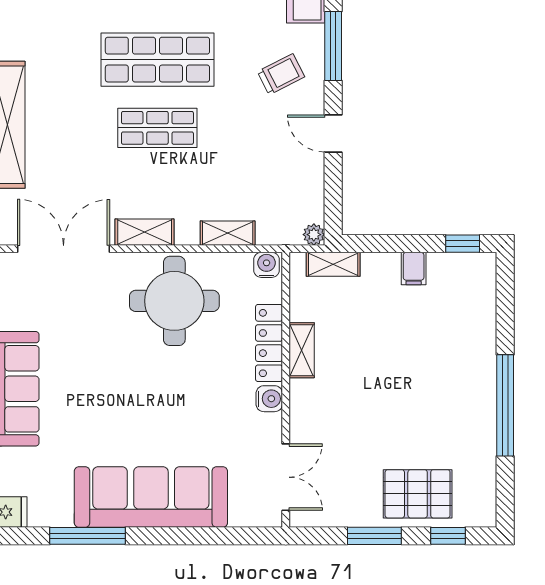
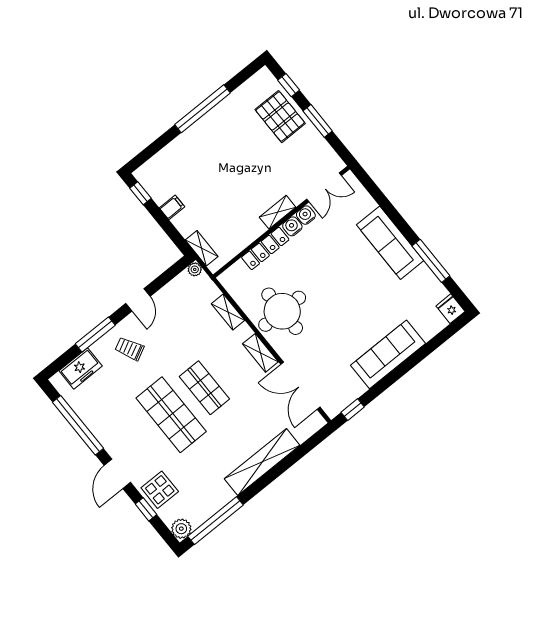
water cooler: (267, 265) -> (306, 215), moved, turned 90
shelving: (302, 350) -> (278, 212), moved
double door: (286, 477) -> (324, 187), swing flipped
sofa: (151, 497) -> (390, 243), width x0.74, depth x0.79

